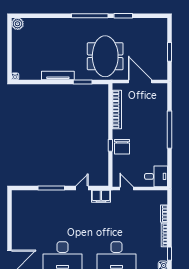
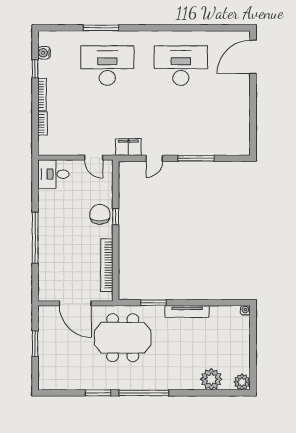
plant: (40, 26) -> (211, 379), added
meeting table: (105, 56) -> (123, 338), turned 90

